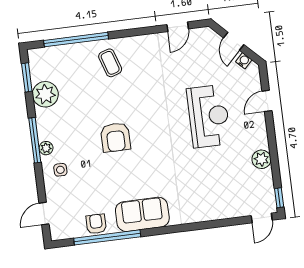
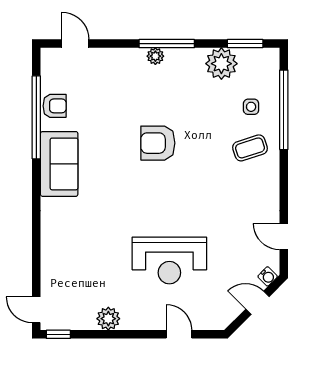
water cooler: (244, 61) -> (268, 276), moved
side table: (60, 170) -> (251, 107), moved

